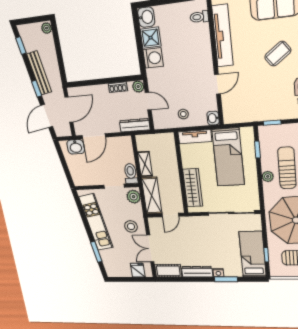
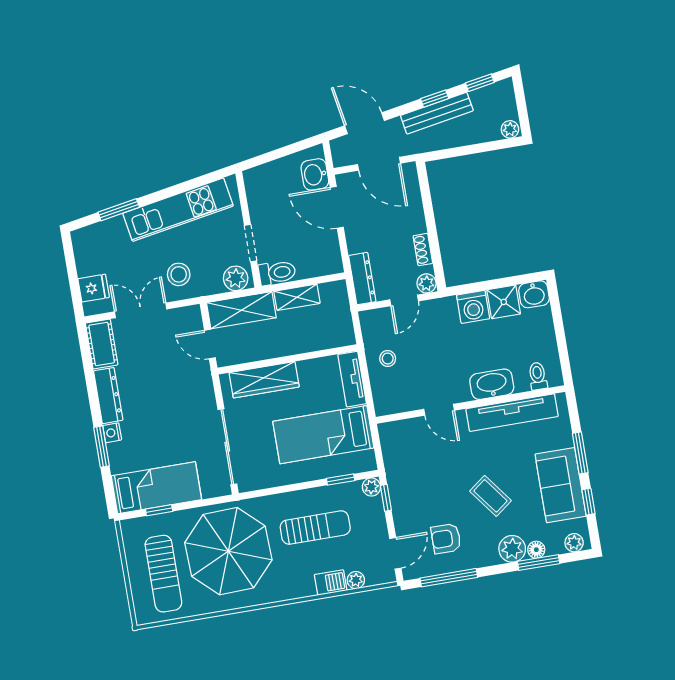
window: (37, 89) -> (435, 99), moved
washbasin: (213, 118) -> (492, 384), moved, width x1.91, depth x1.45
plant: (268, 176) -> (371, 487), moved

